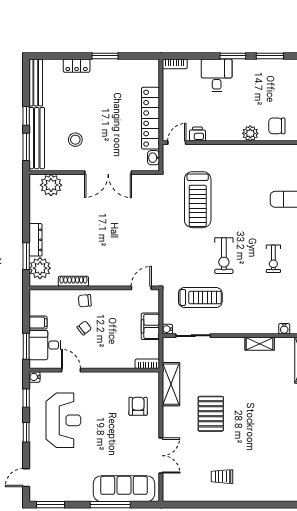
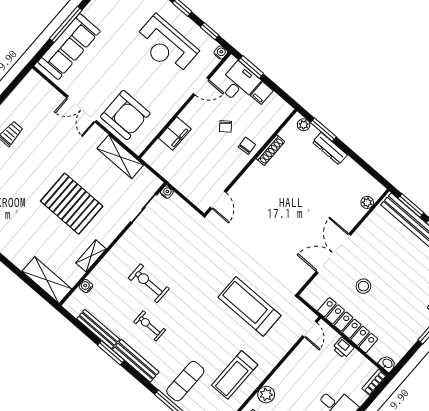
printer: (197, 134) -> (343, 348), moved, turned 90
stool: (75, 140) -> (363, 286), moved
washbasin: (153, 158) -> (387, 364), moved
plant: (51, 185) -> (367, 202), width x0.53, depth x0.53
exercise bike: (224, 256) -> (149, 283), moved
plant: (40, 268) -> (304, 125), width x0.53, depth x0.53
treadmill: (200, 297) -> (235, 375), moved
filing cabinet: (150, 326) -> (175, 133), moved, turned 90
bookcase: (147, 364) -> (153, 152), removed
armchair: (138, 406) -> (125, 115), width x1.88, depth x1.88
pallet: (211, 414) -> (72, 204), moved, width x1.37, depth x1.41
double door: (161, 456) -> (82, 109), moved

